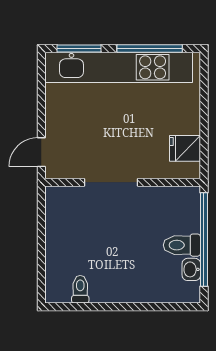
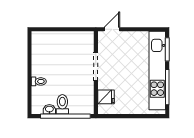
fridge: (185, 148) -> (106, 97), moved, turned 90
door: (41, 152) -> (112, 29), hinge flipped
toilet: (80, 289) -> (39, 81), moved

